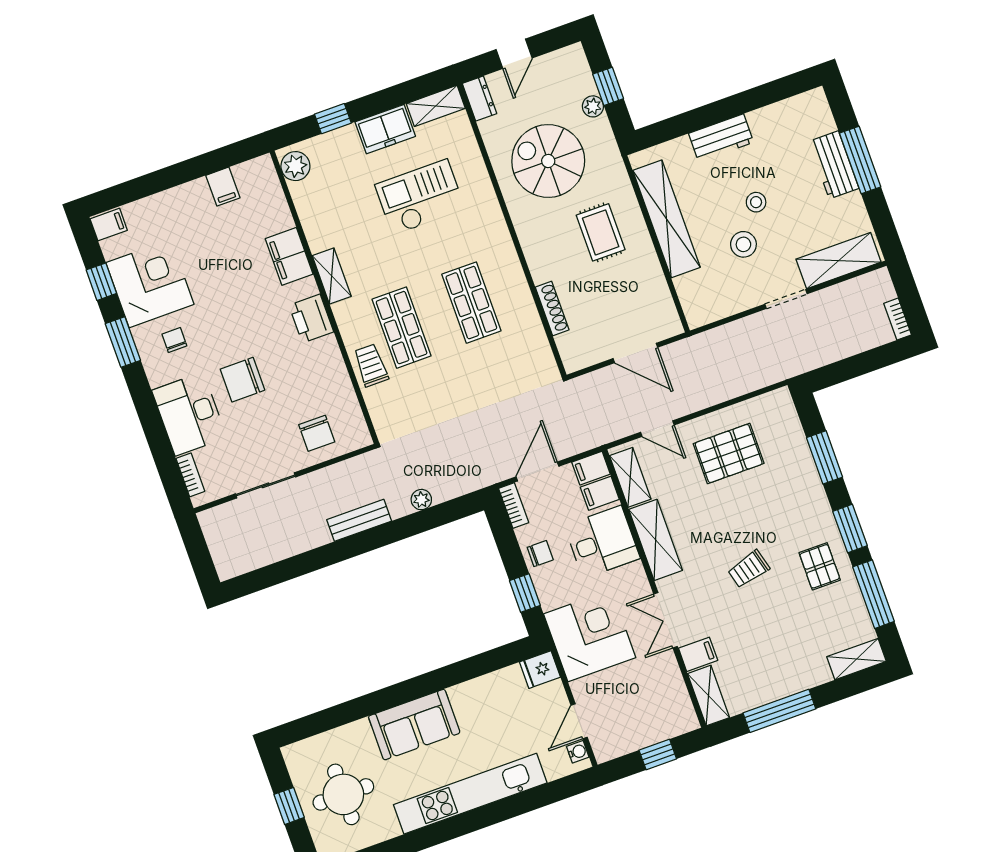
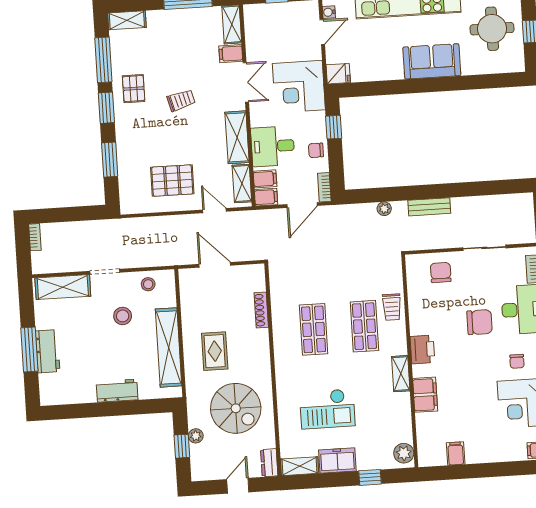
stool: (756, 202) -> (148, 284), moved

